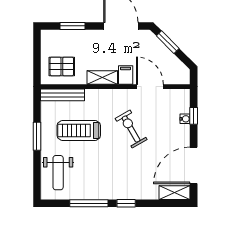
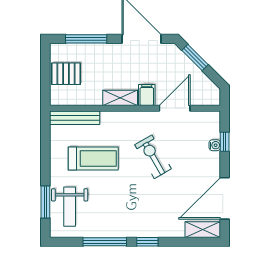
window: (73, 26) -> (86, 39), width x1.44
pallet: (62, 66) -> (66, 74), moved
door: (150, 87) -> (175, 108), hinge flipped
treadmill: (79, 130) -> (93, 159), turned 180
window: (37, 136) -> (45, 202), moved

